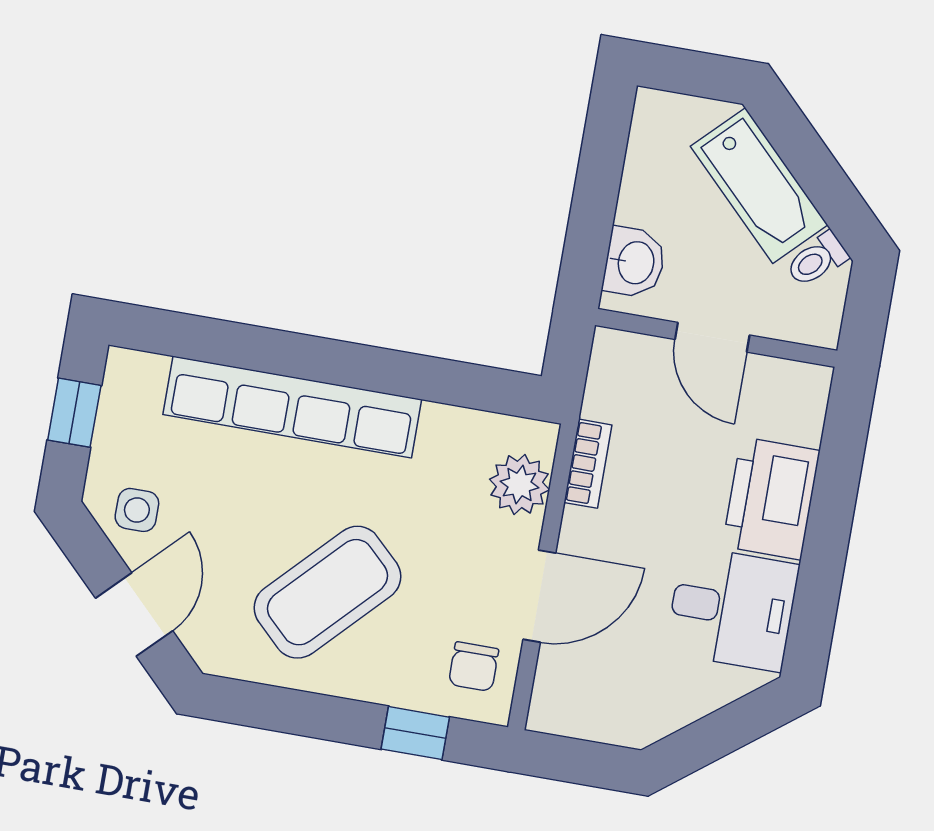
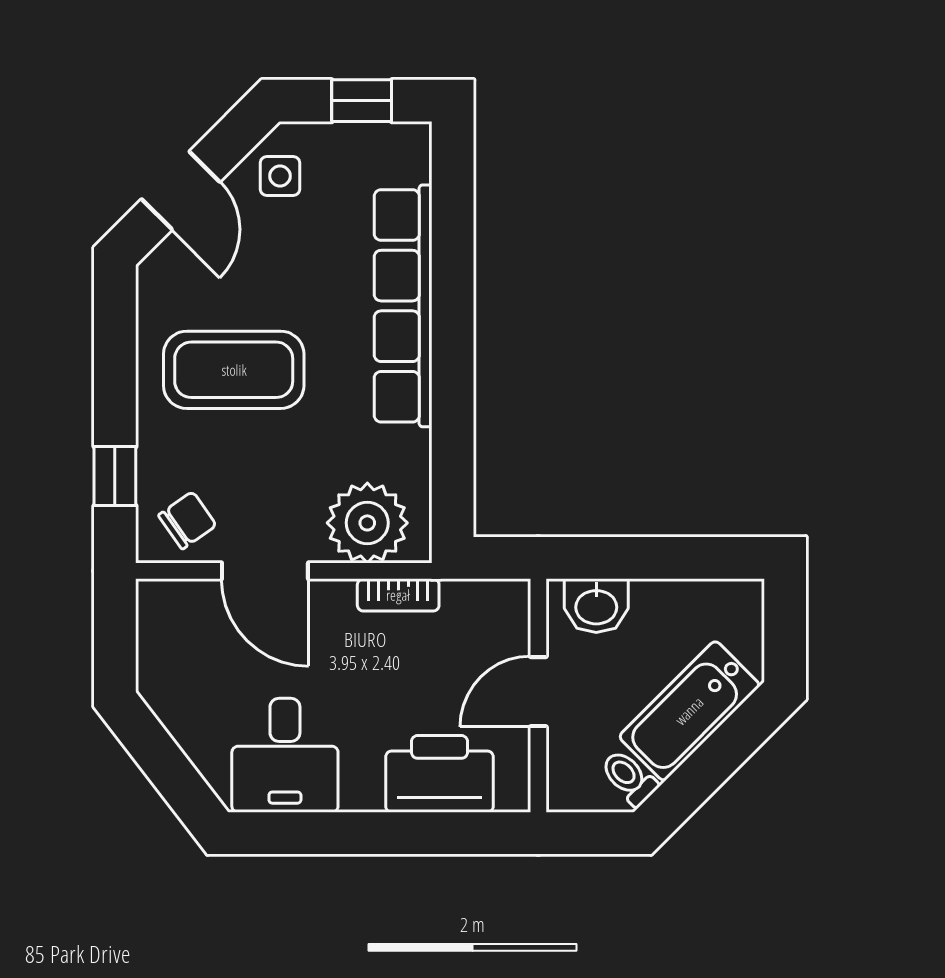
plant: (520, 484) -> (367, 523), width x1.36, depth x1.36
printer: (771, 498) -> (440, 774), moved
coffee table: (327, 592) -> (234, 370), turned -44
door: (134, 614) -> (181, 190), hinge flipped
chair: (474, 667) -> (187, 520), turned 145

